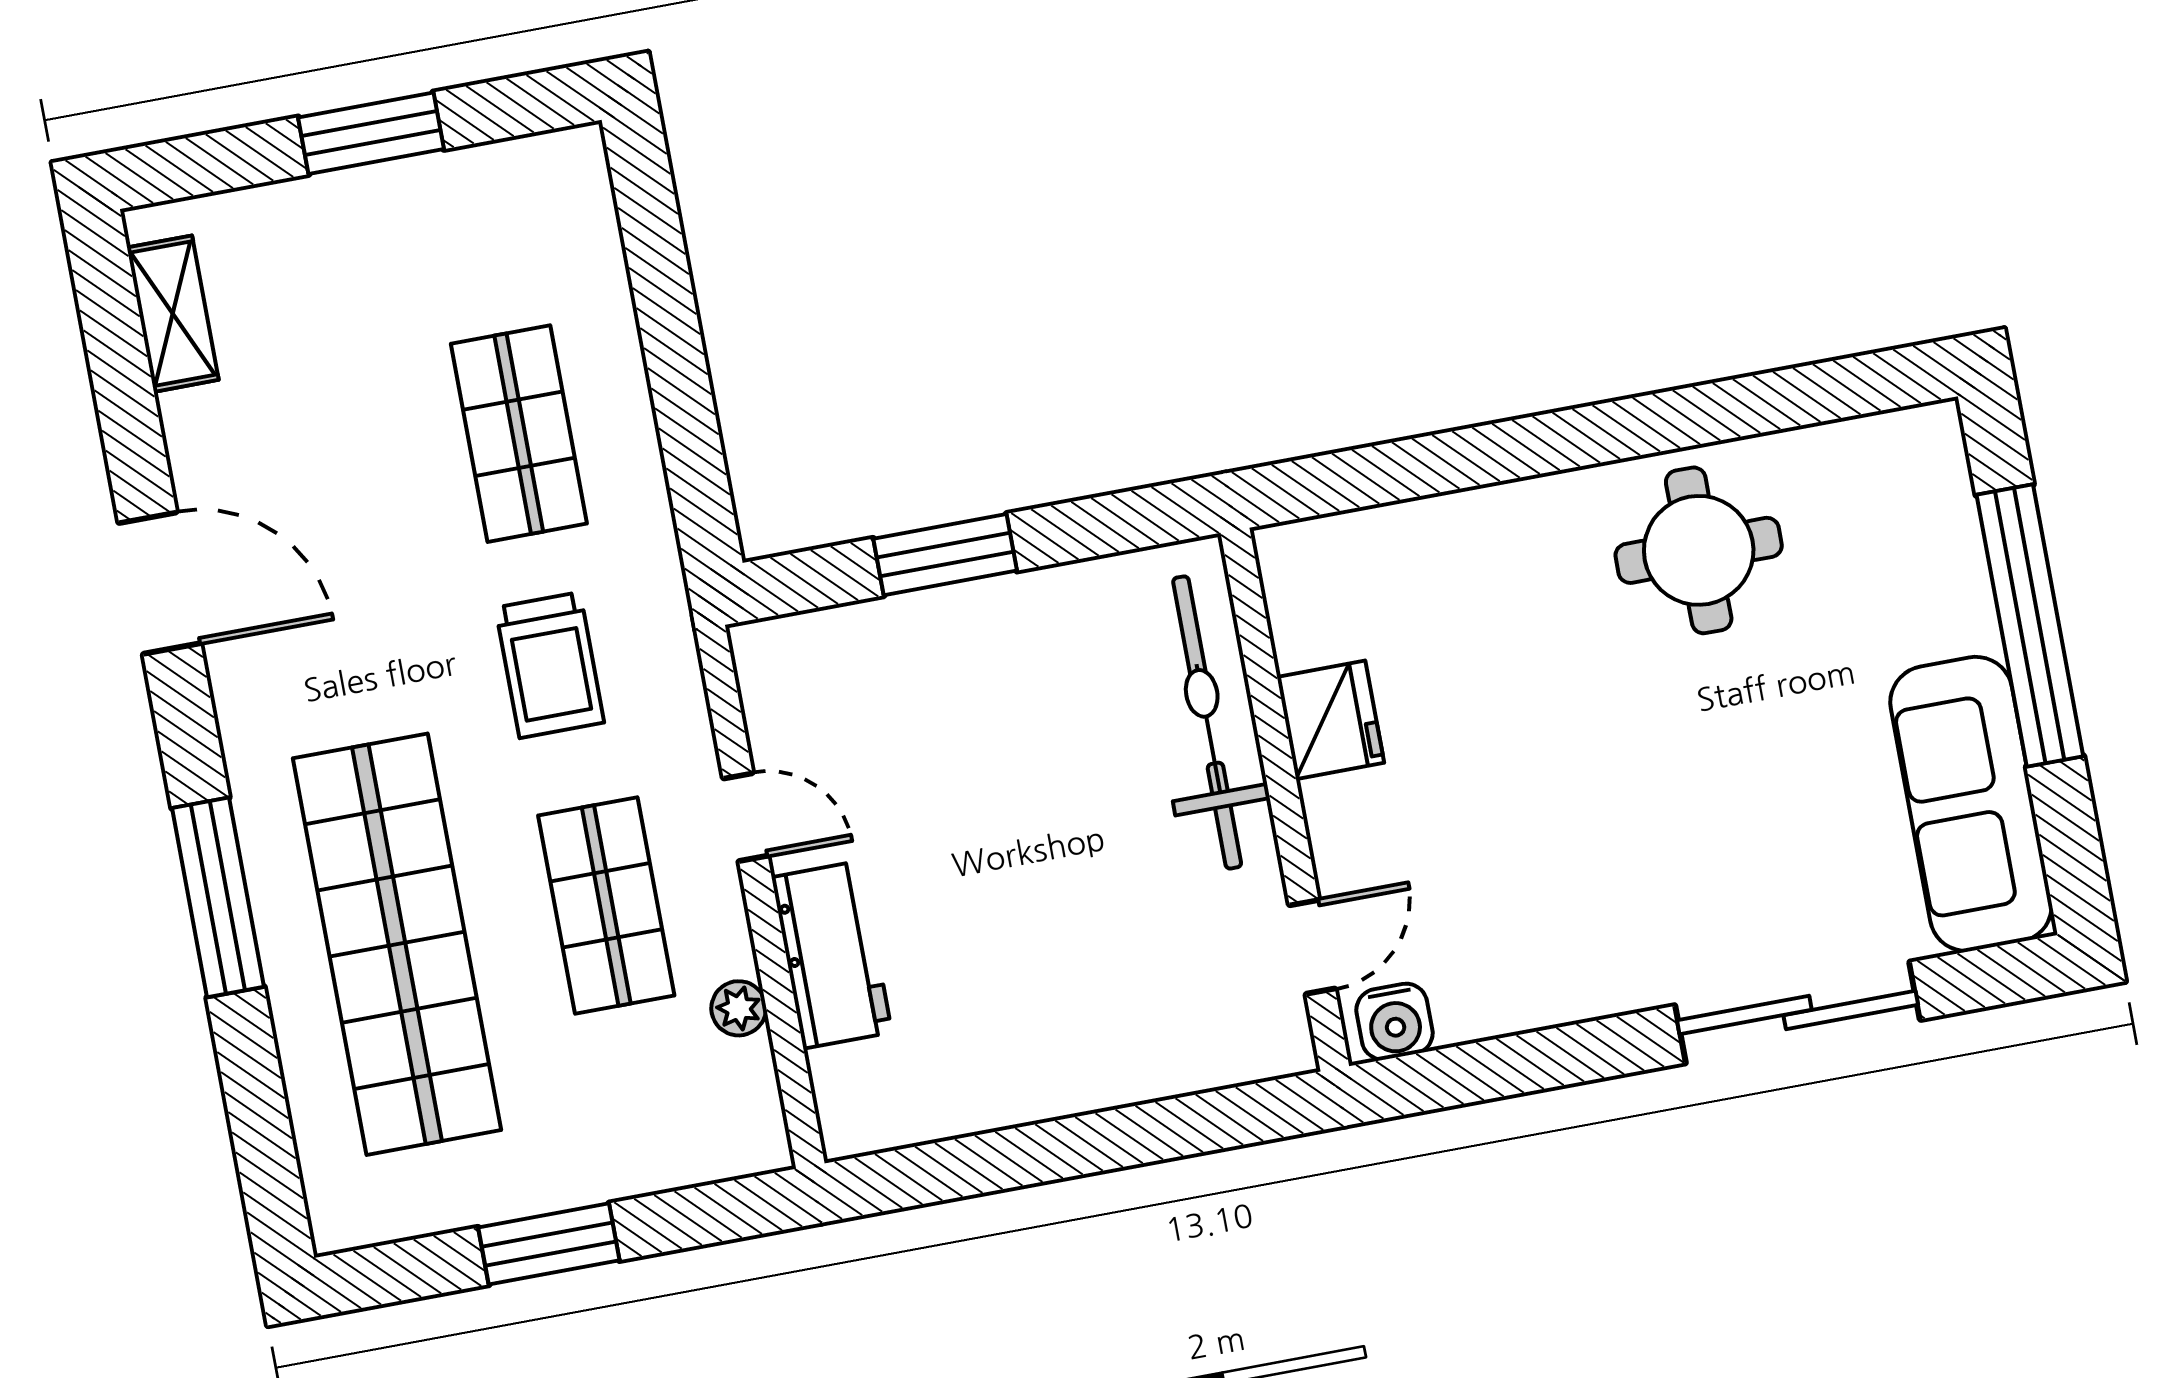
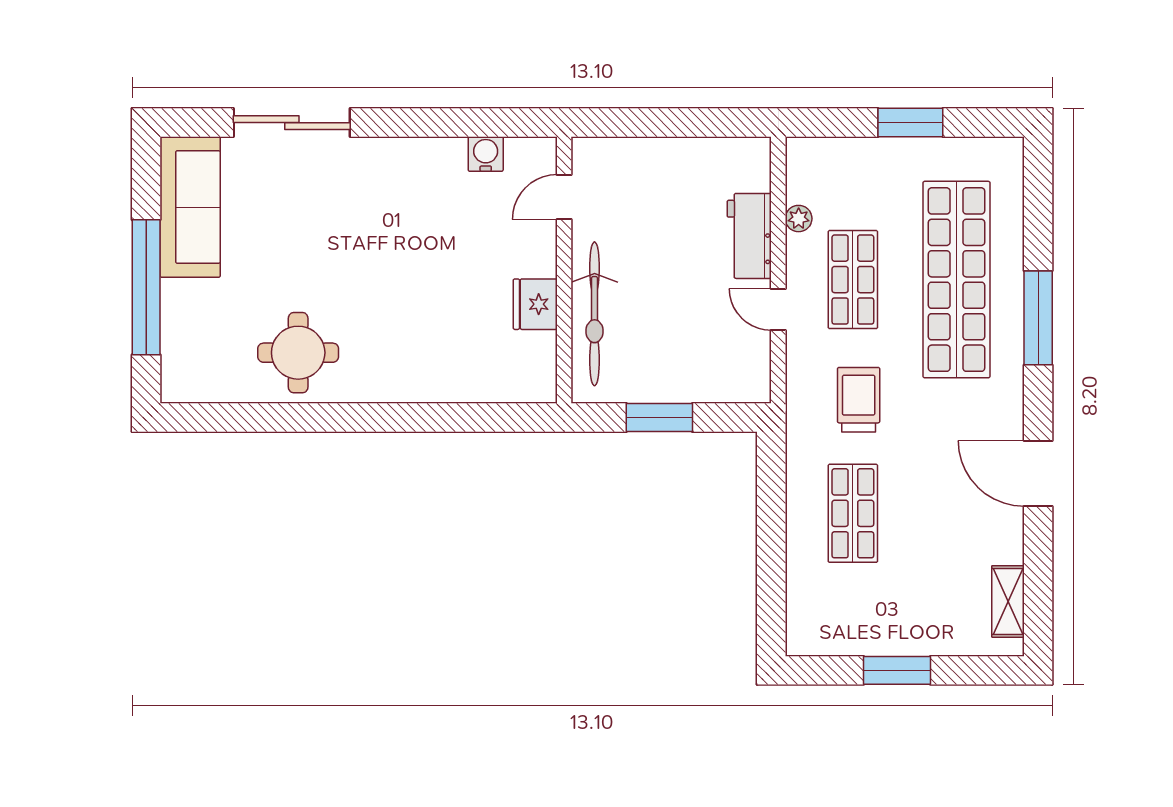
fridge: (1330, 720) -> (535, 304), moved
bicycle: (1207, 722) -> (595, 314), moved
wall: (1285, 800) -> (564, 270), moved
door: (1312, 947) -> (564, 197), moved

